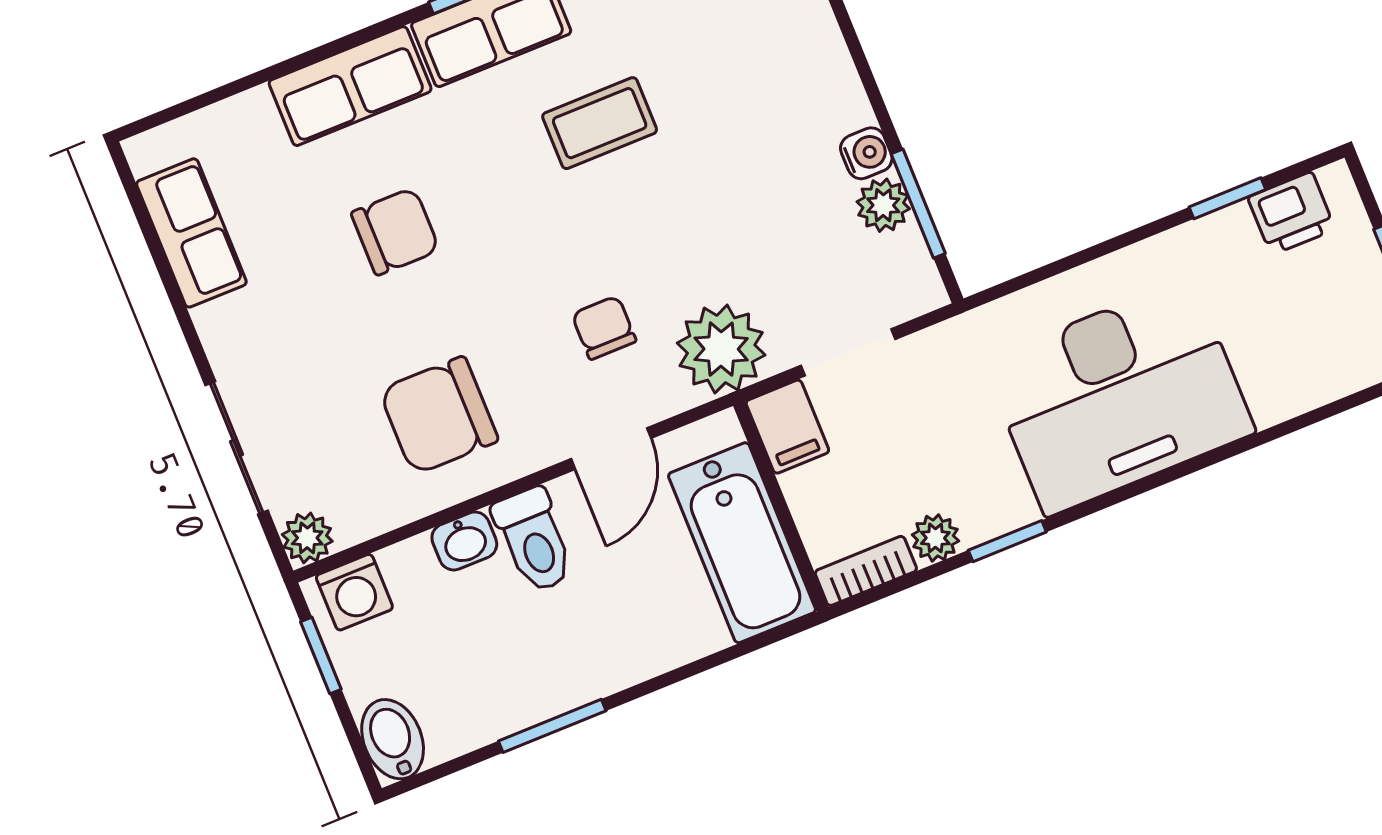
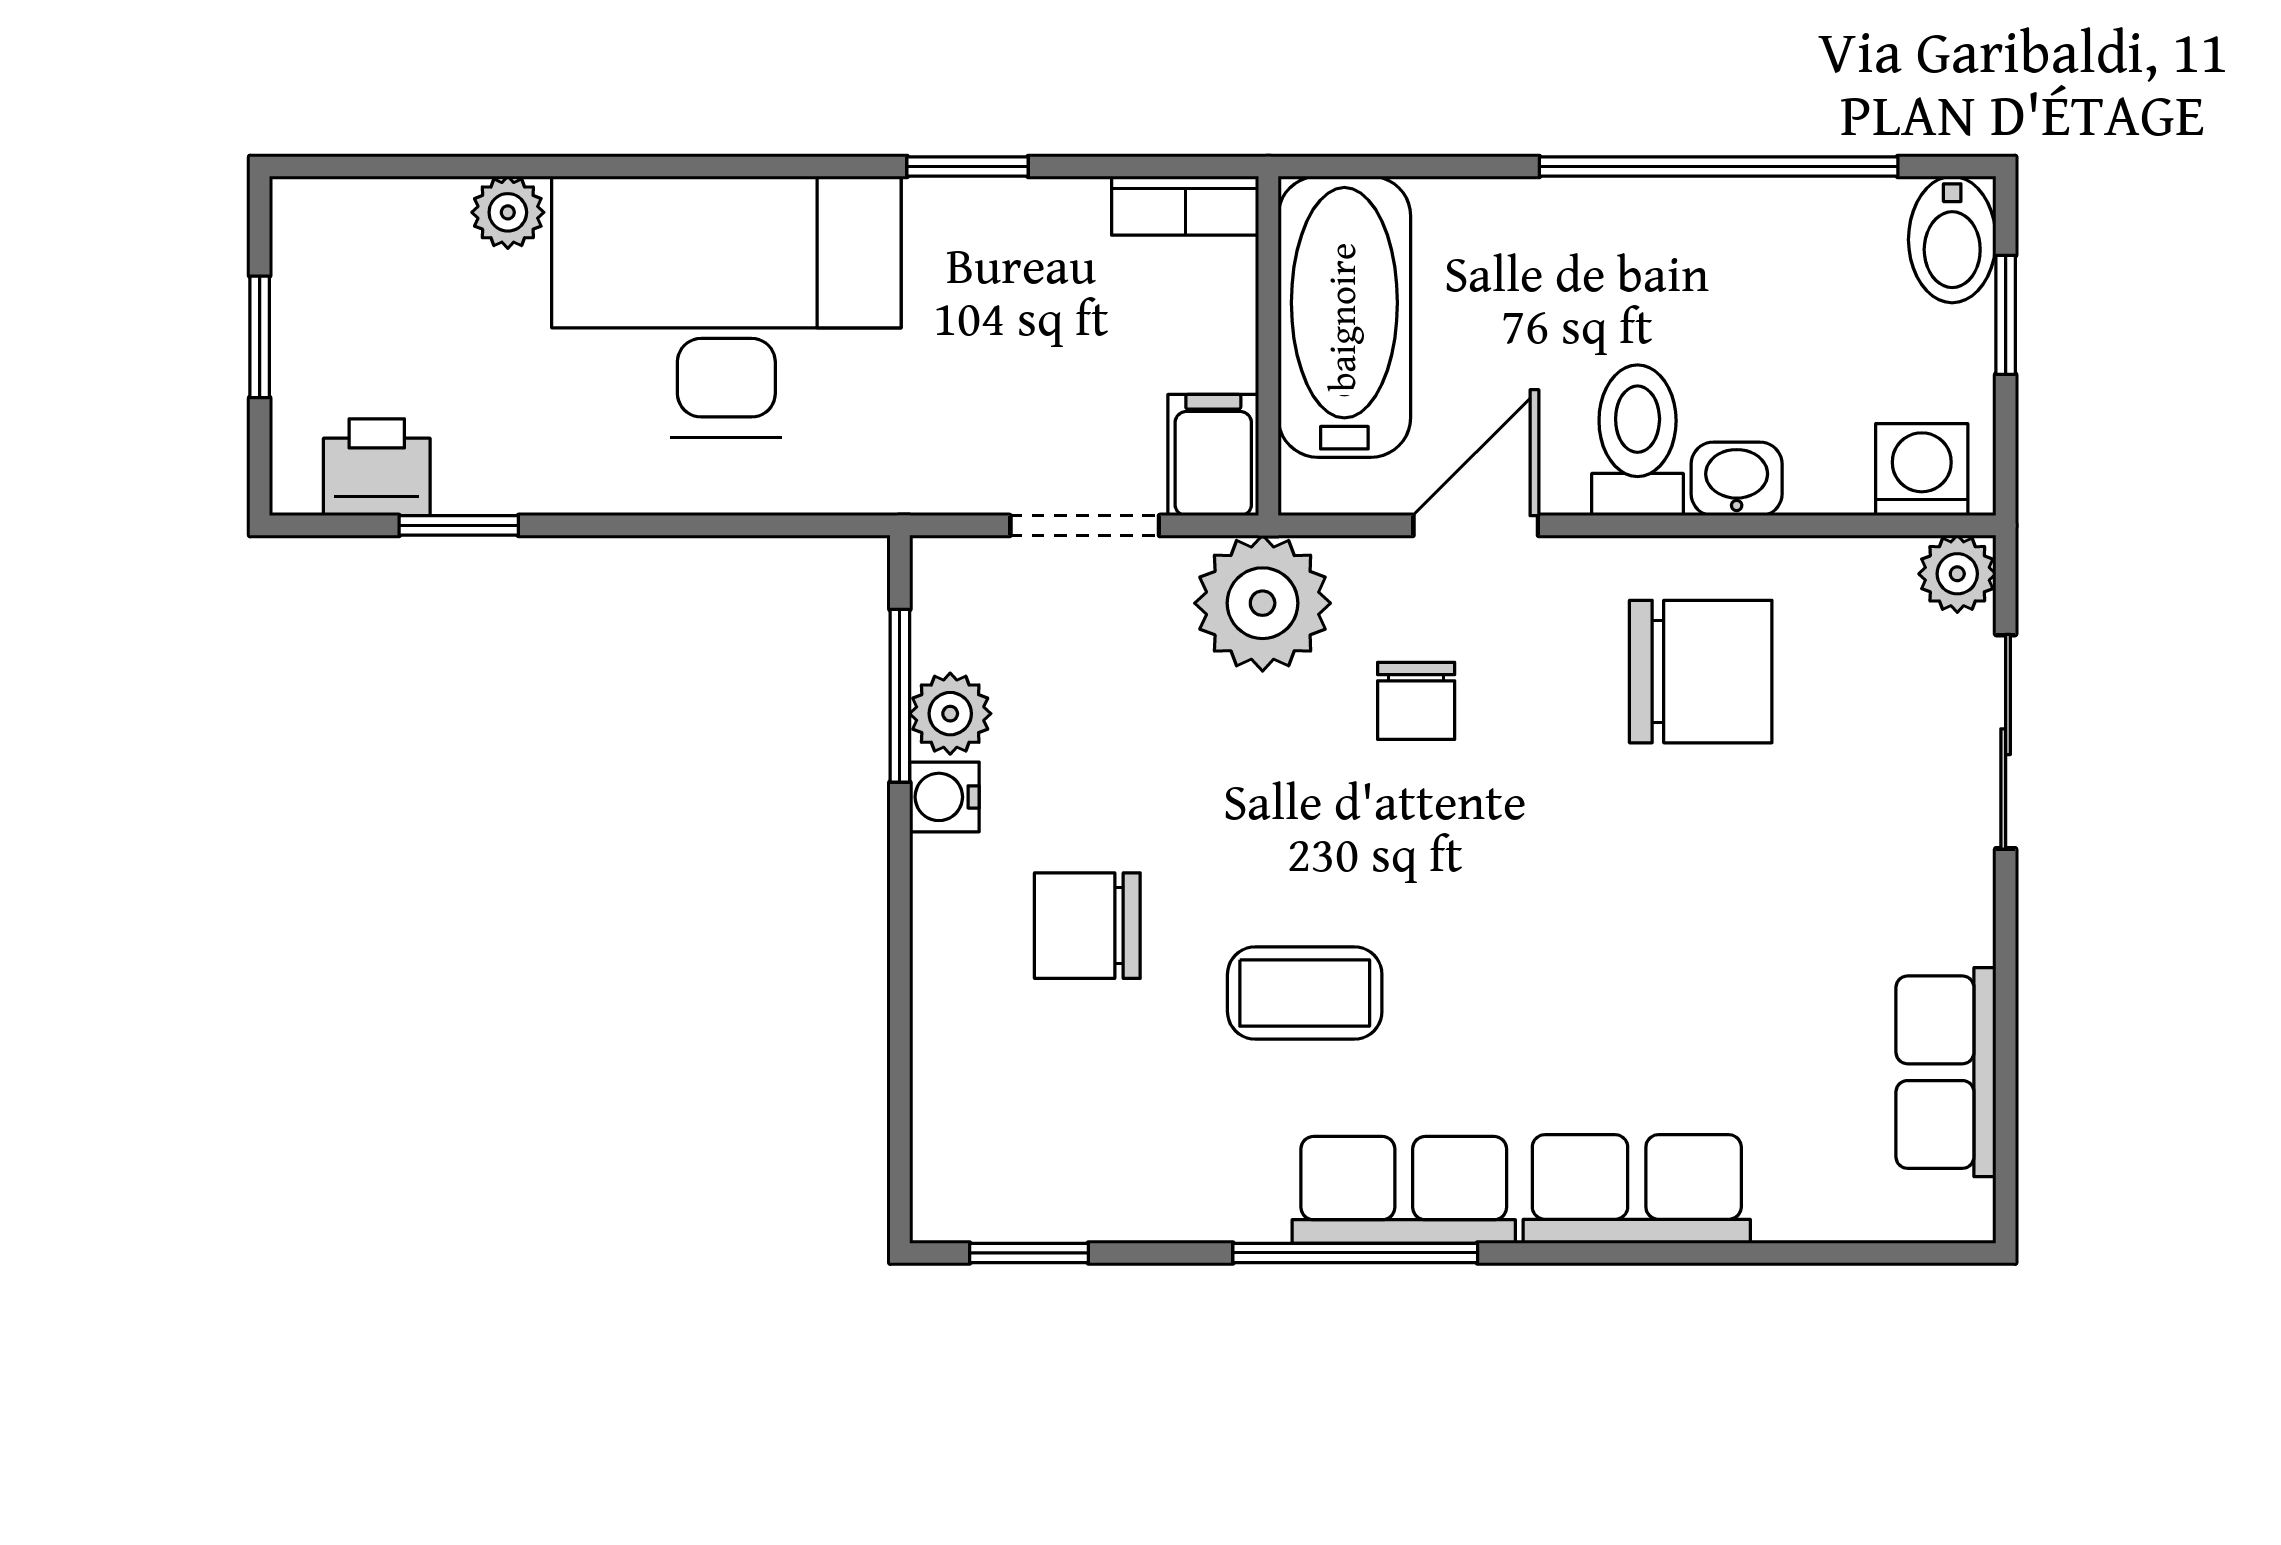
chair: (395, 231) -> (1087, 926), moved
plant: (935, 538) -> (508, 212), moved
window: (321, 656) -> (2006, 315), moved
window: (552, 726) -> (1719, 167), width x2.11

